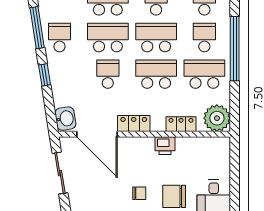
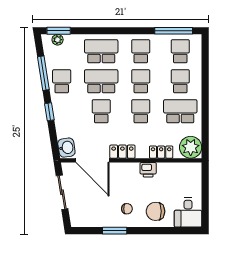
school desk: (156, 38) -> (141, 81), width x0.54
window: (235, 49) -> (205, 90), removed
school desk: (156, 74) -> (141, 111), width x0.54

